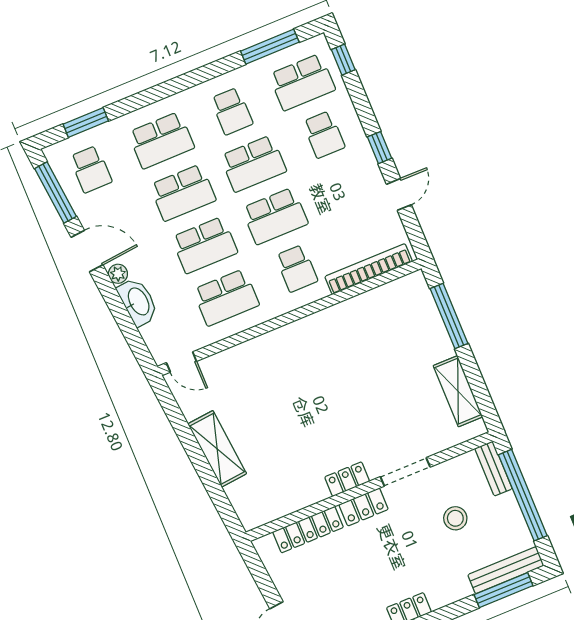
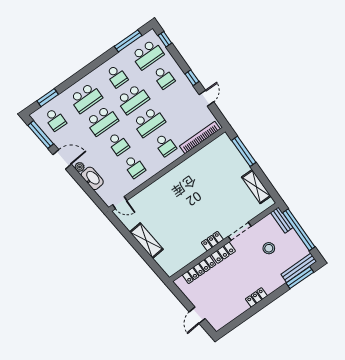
school desk: (204, 245) -> (118, 144), width x0.54
school desk: (226, 297) -> (134, 167), width x0.54

